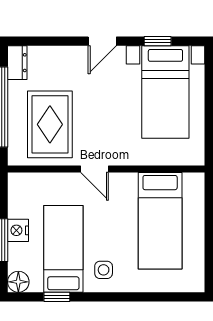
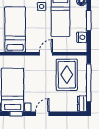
door: (94, 169) -> (46, 54), hinge flipped
nightstand: (18, 230) -> (82, 37), moved

